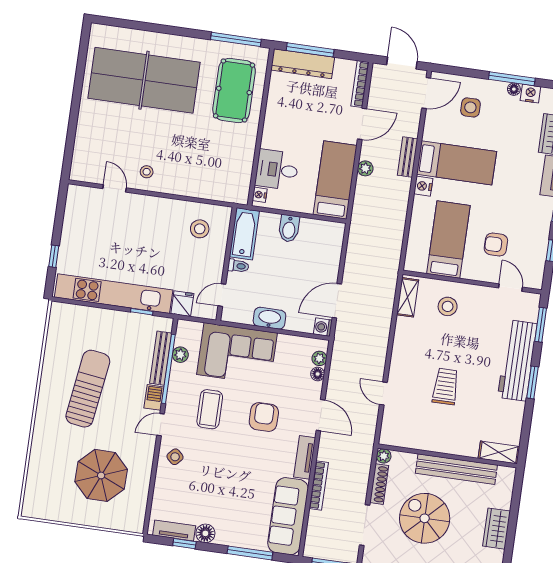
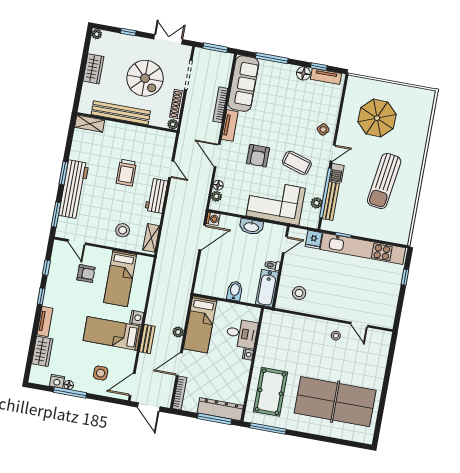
nightstand: (260, 195) -> (248, 354), moved
workbench: (403, 356) -> (156, 196), added
coffee table: (210, 409) -> (297, 163), turned -73

